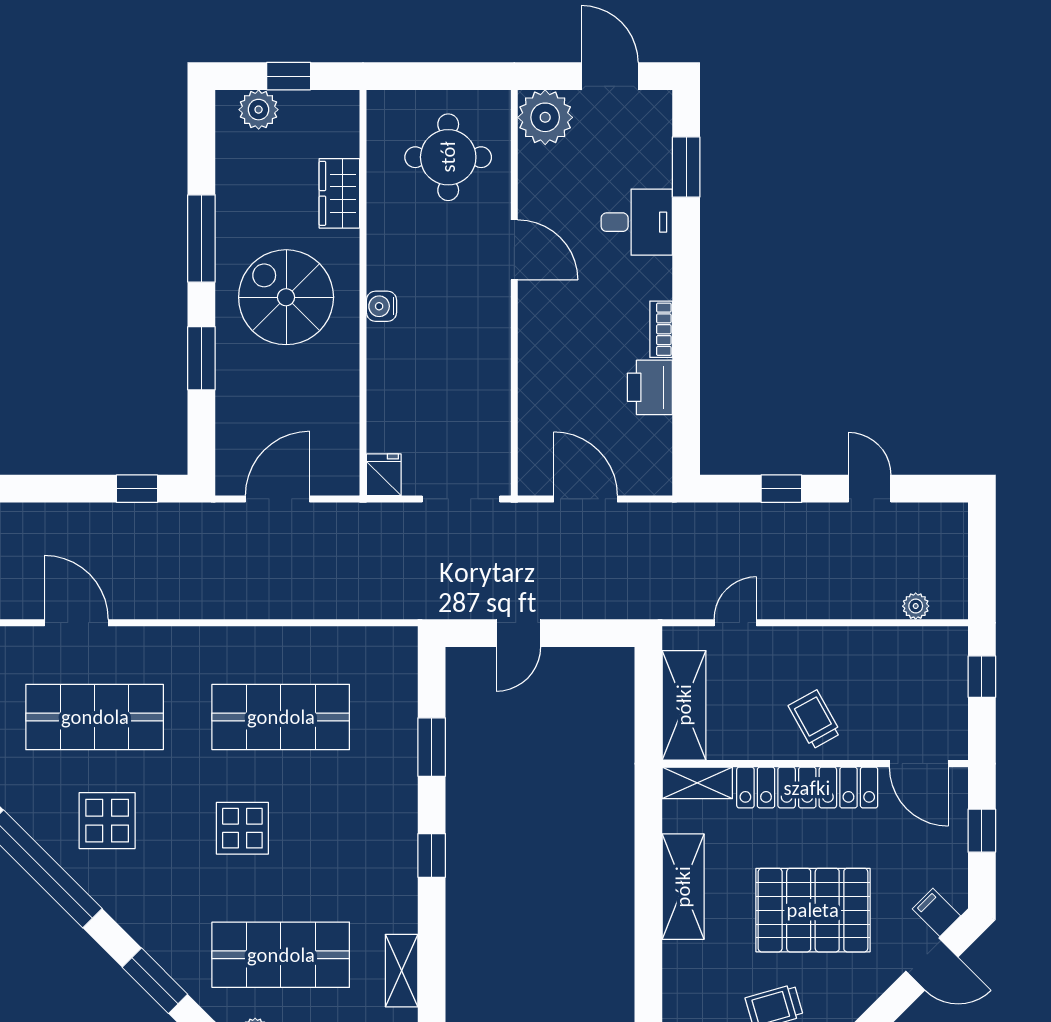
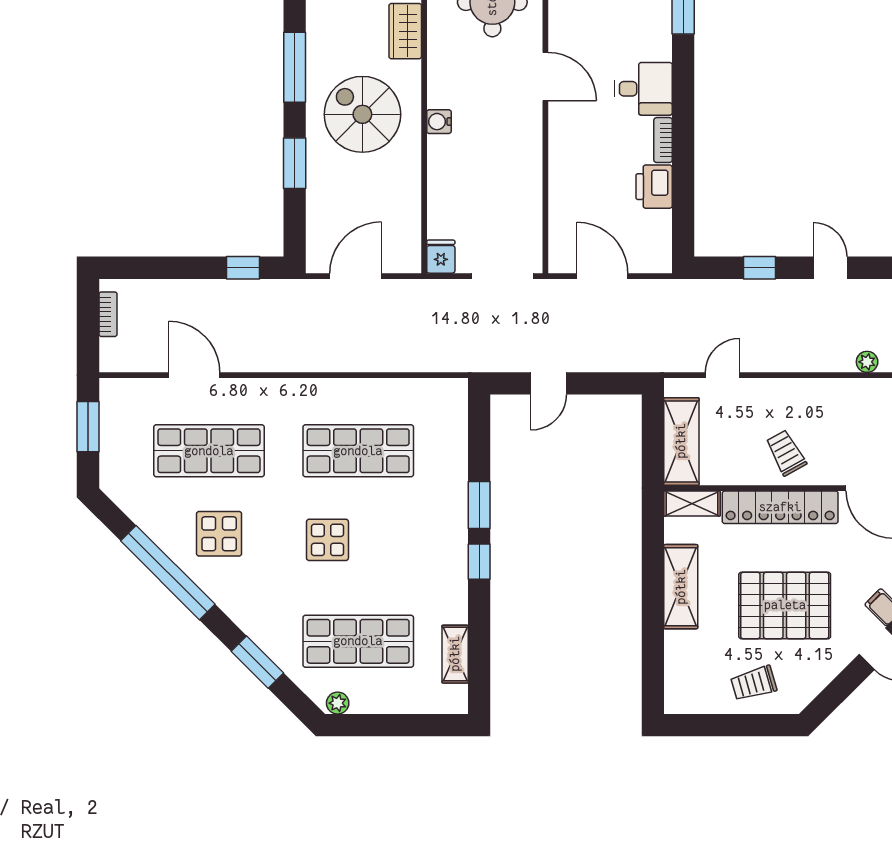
desk: (637, 222) -> (643, 89), moved
window: (432, 747) -> (479, 505), moved

